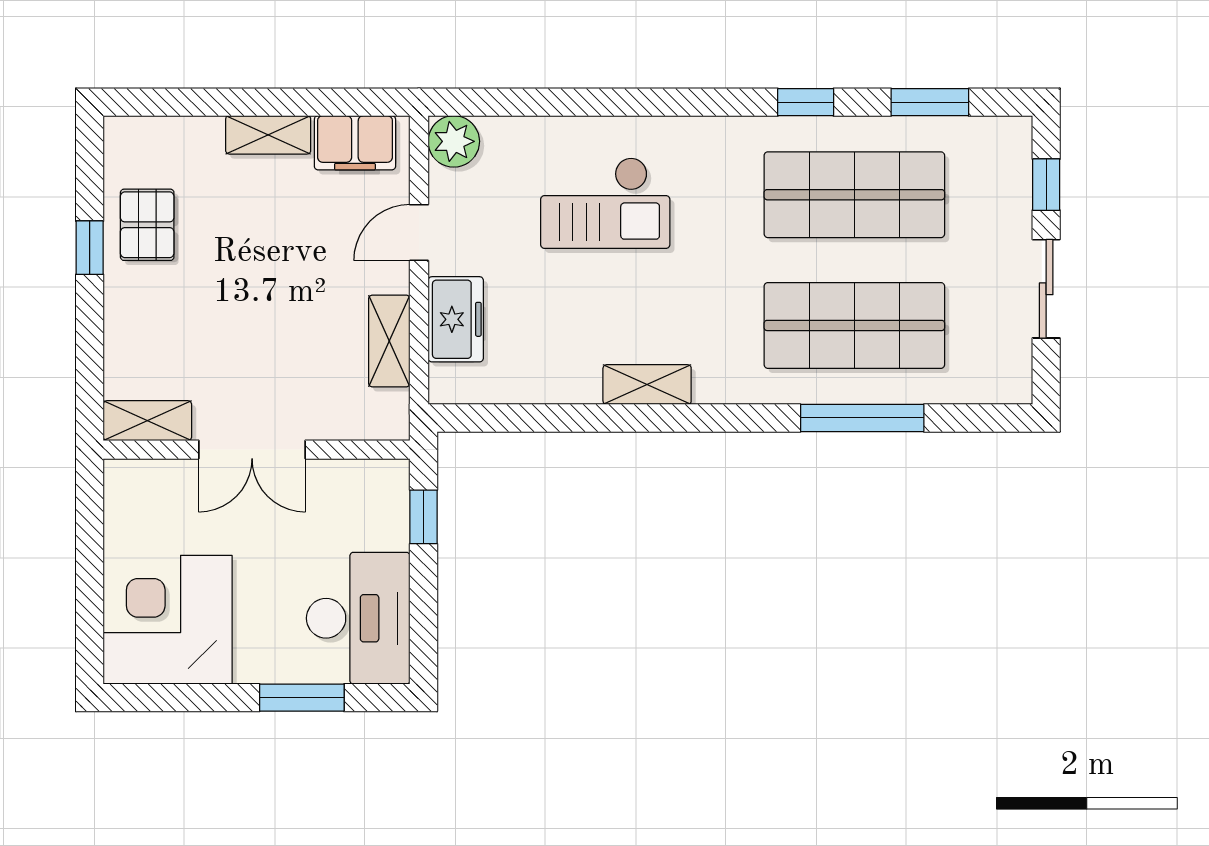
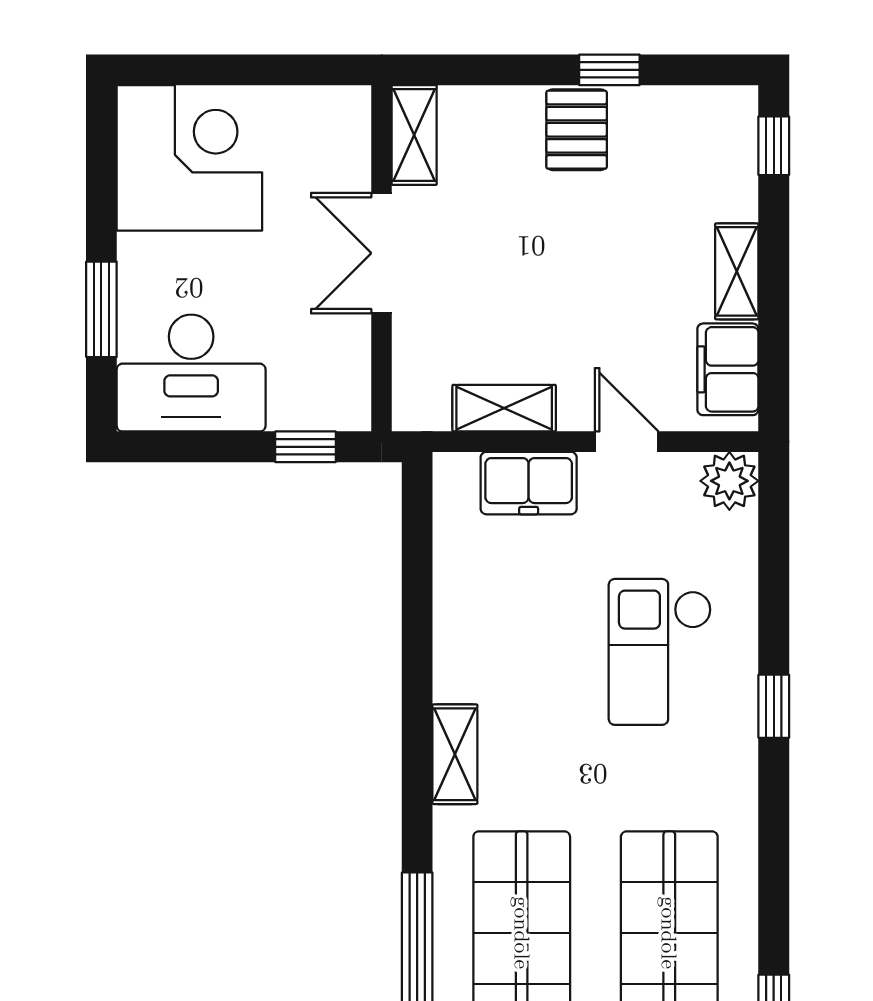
window: (157, 102) -> (774, 146), added
window: (806, 102) -> (774, 706), moved
pallet: (147, 225) -> (577, 130), moved, turned 90
shelving: (647, 385) -> (455, 754), moved

